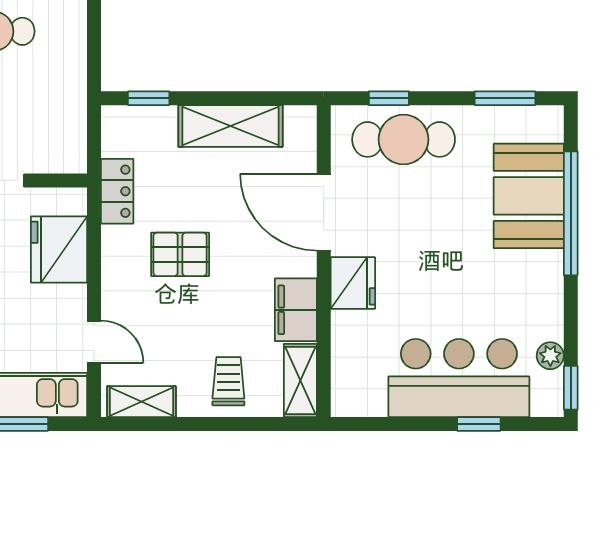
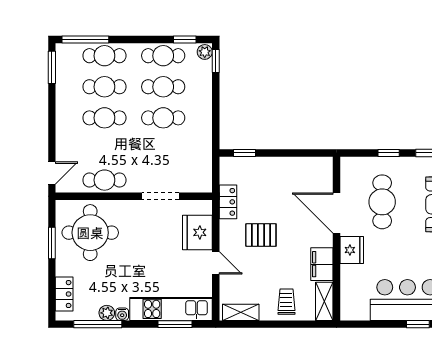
window: (389, 98) -> (389, 153), moved
shelving: (230, 126) -> (288, 168), removed
cafe table: (404, 139) -> (382, 202), moved, turned 90
door: (94, 342) -> (216, 263), moved

